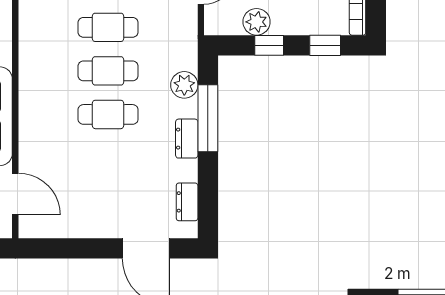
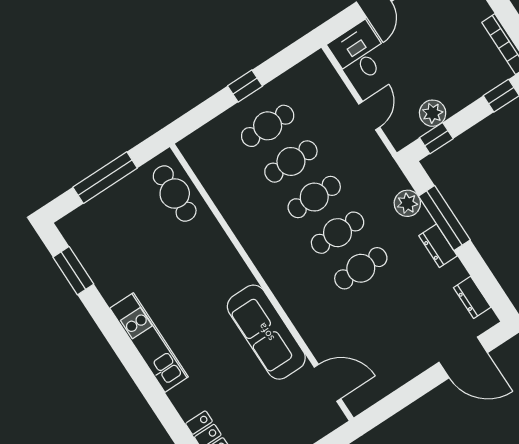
window: (269, 45) -> (436, 138), moved

